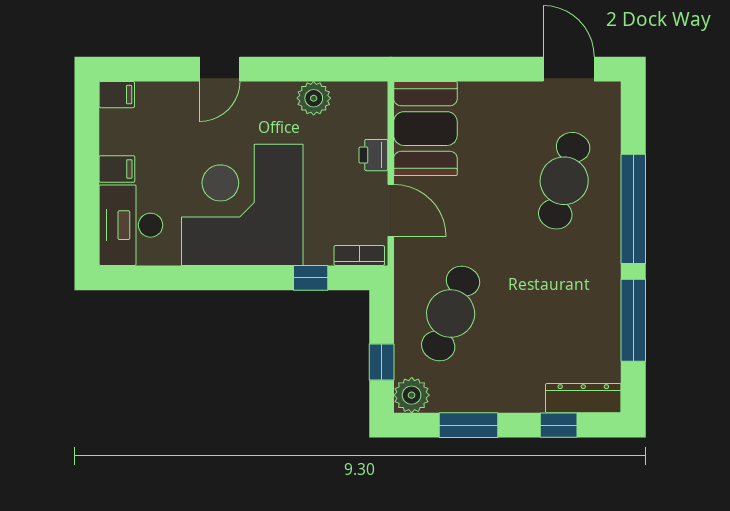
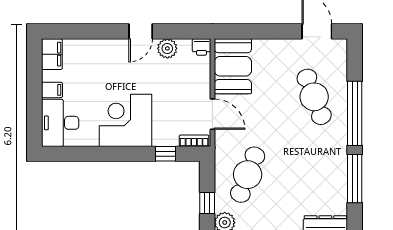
door: (220, 69) -> (141, 31), moved
filing cabinet: (117, 95) -> (52, 54), width x2.00
printer: (373, 155) -> (201, 47), moved, turned -90
cafe table: (564, 181) -> (314, 97), turned -36
corner desk: (242, 205) -> (125, 120), width x0.74, depth x0.74

